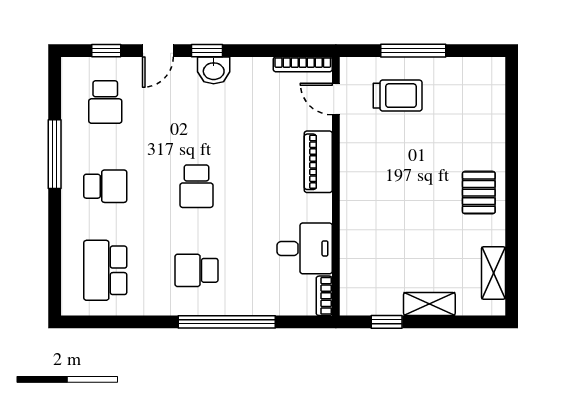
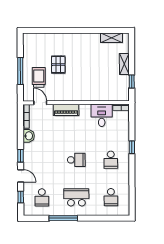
washbasin: (214, 70) -> (29, 136), moved
door: (336, 99) -> (40, 103), swing flipped
school desk: (105, 102) -> (42, 197), turned 90
school desk: (105, 186) -> (76, 197), width x1.85
pallet: (479, 193) -> (58, 65), moved, turned 90
school desk: (105, 270) -> (111, 197), width x0.54
window: (227, 322) -> (132, 147), width x0.32

